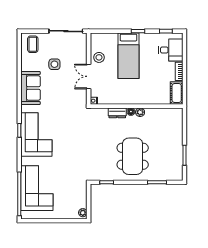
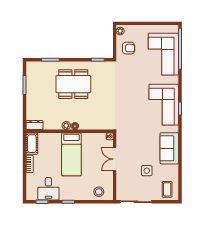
desk: (171, 50) -> (48, 189), moved, turned -90
bed: (128, 56) -> (71, 154), moved, turned 180
stool: (99, 57) -> (99, 192), moved
double door: (89, 76) -> (115, 159), swing flipped
dresser: (117, 113) -> (34, 125), moved
dining table: (133, 156) -> (73, 84), turned 90
armchair: (74, 195) -> (129, 48), added

